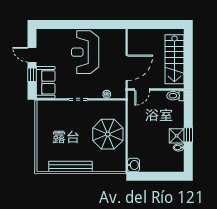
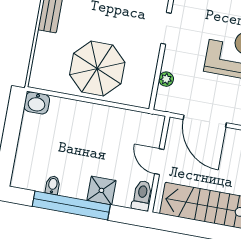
door: (142, 89) -> (159, 162), moved
window: (188, 135) -> (71, 205), width x3.17
shower: (177, 136) -> (101, 190), moved

